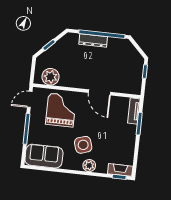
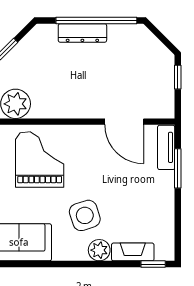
door: (99, 92) -> (124, 122), moved
fireplace: (120, 170) -> (133, 252), moved

